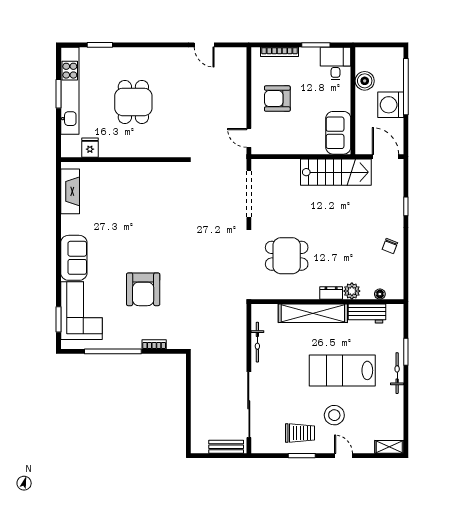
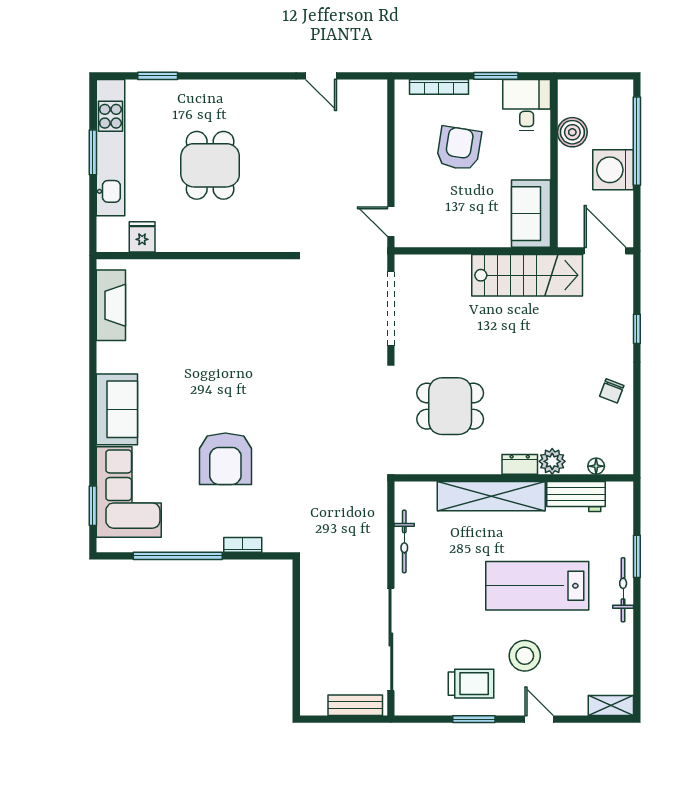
armchair: (277, 99) -> (459, 148), moved, turned 99

